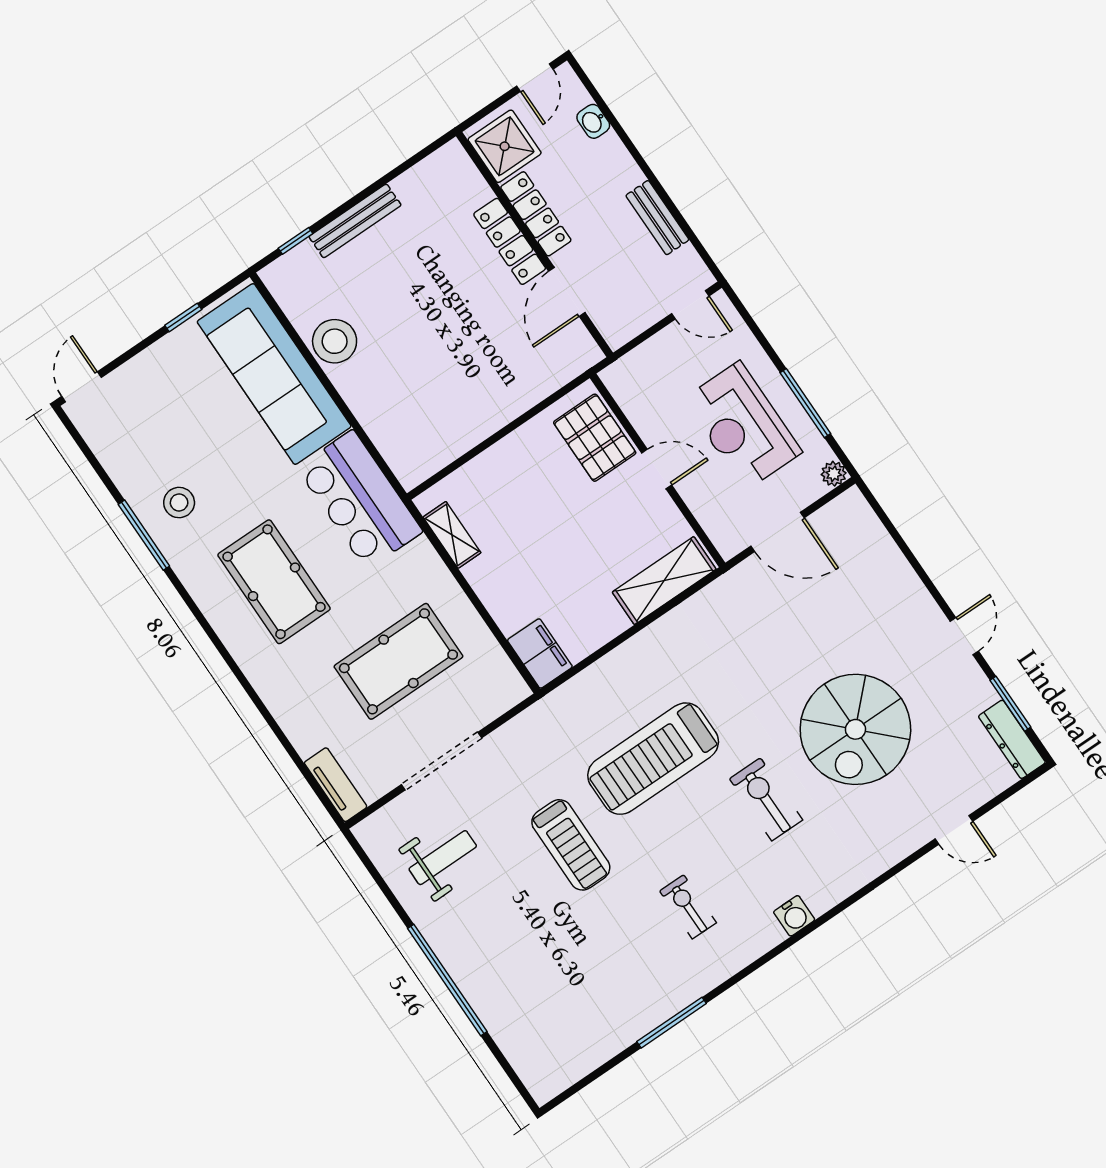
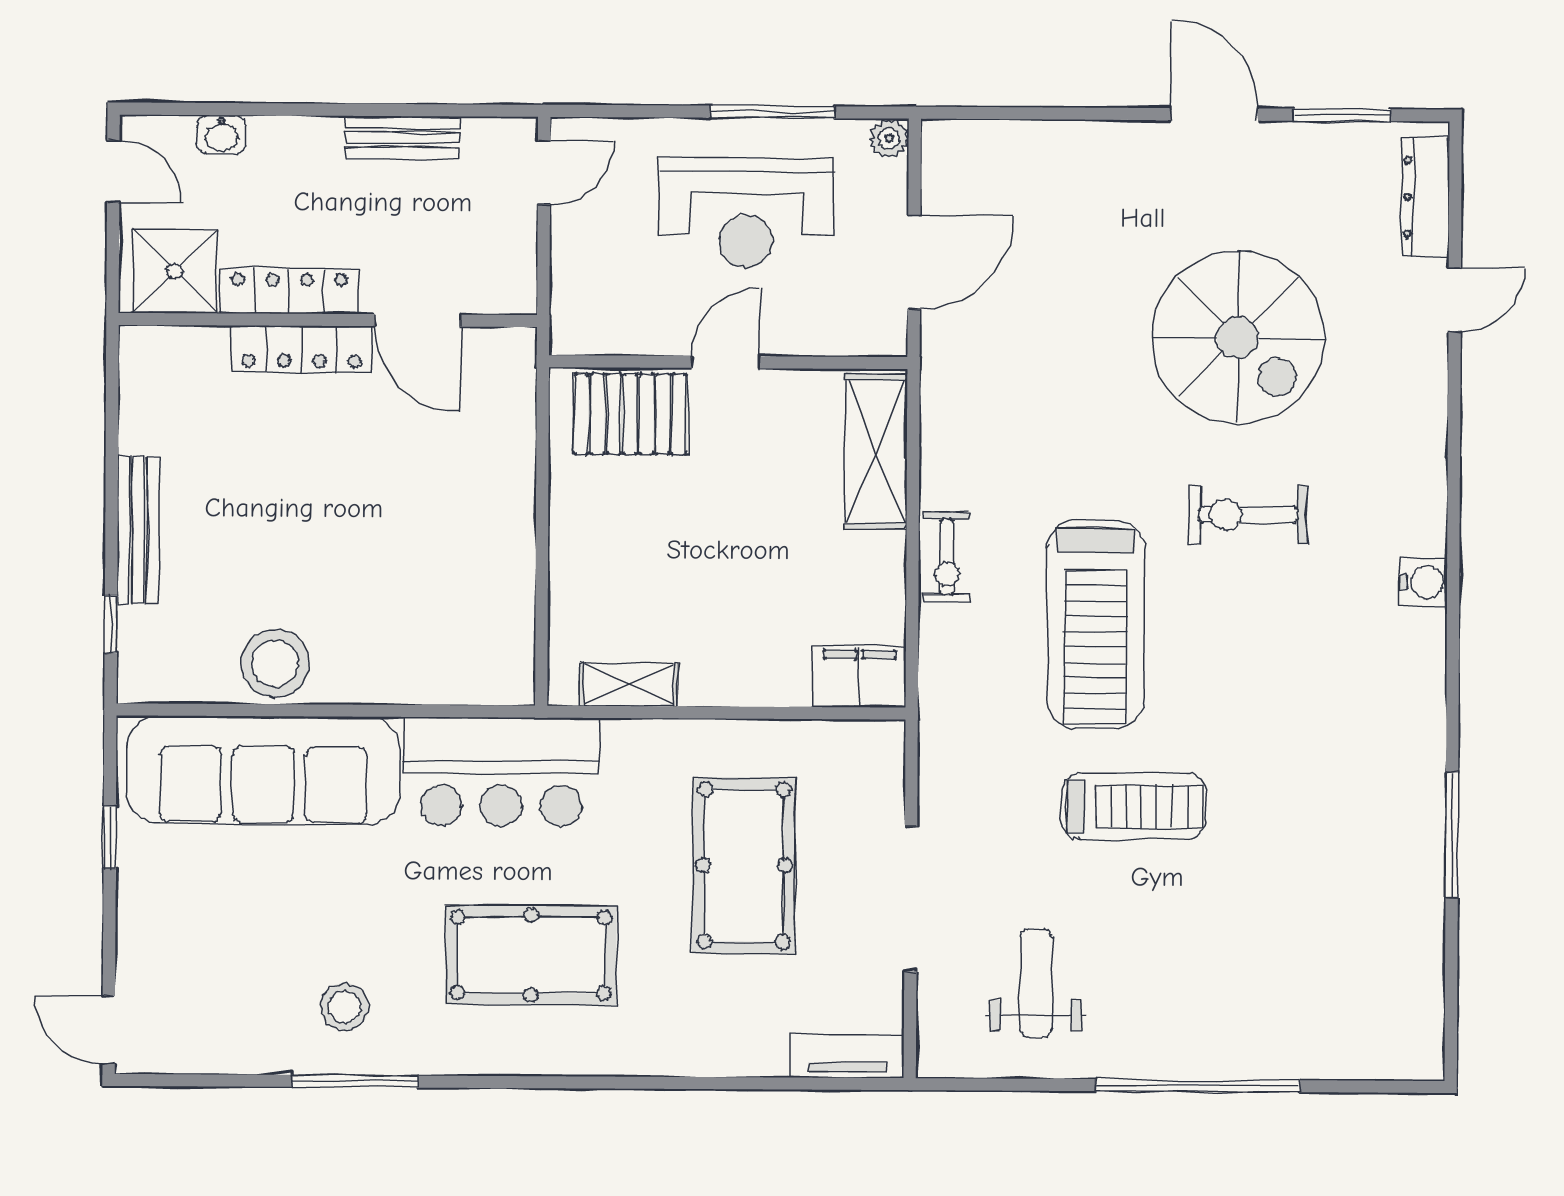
door: (964, 636) -> (1214, 114), width x1.38
dresser: (1012, 739) -> (1426, 197), moved, turned 90
exercise bike: (688, 907) -> (947, 557), moved, turned -90

